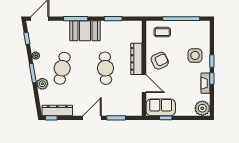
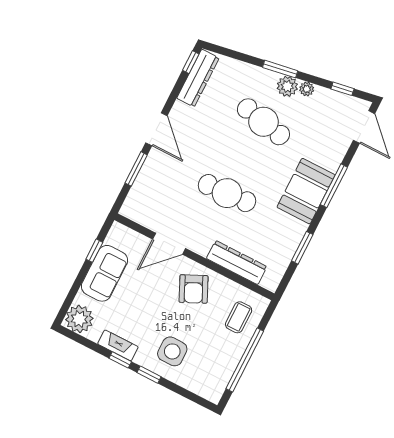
dresser: (136, 59) -> (237, 263), moved
plant: (42, 84) -> (287, 86), moved
sofa: (161, 107) -> (105, 273), moved

